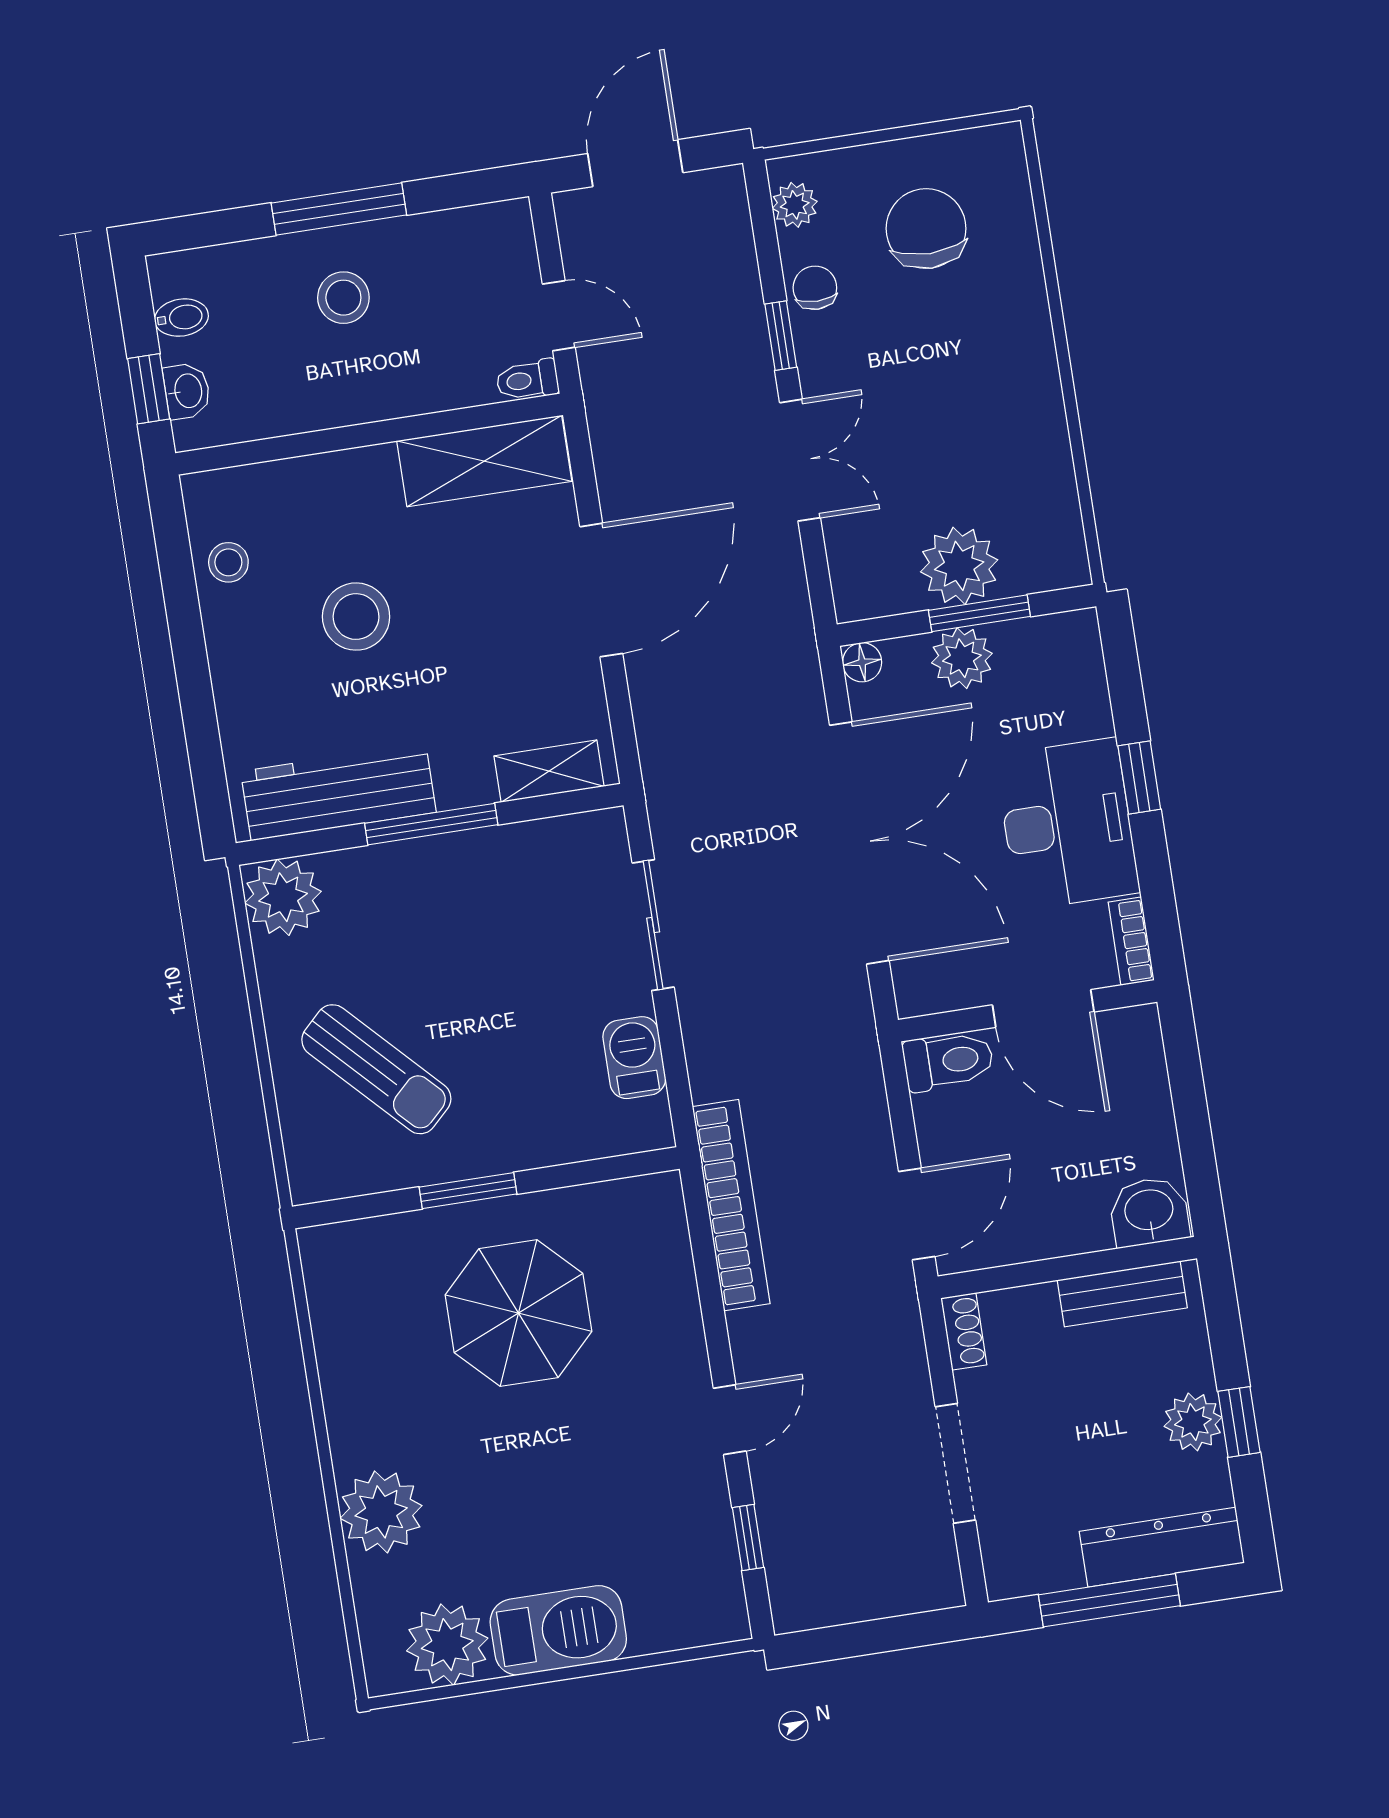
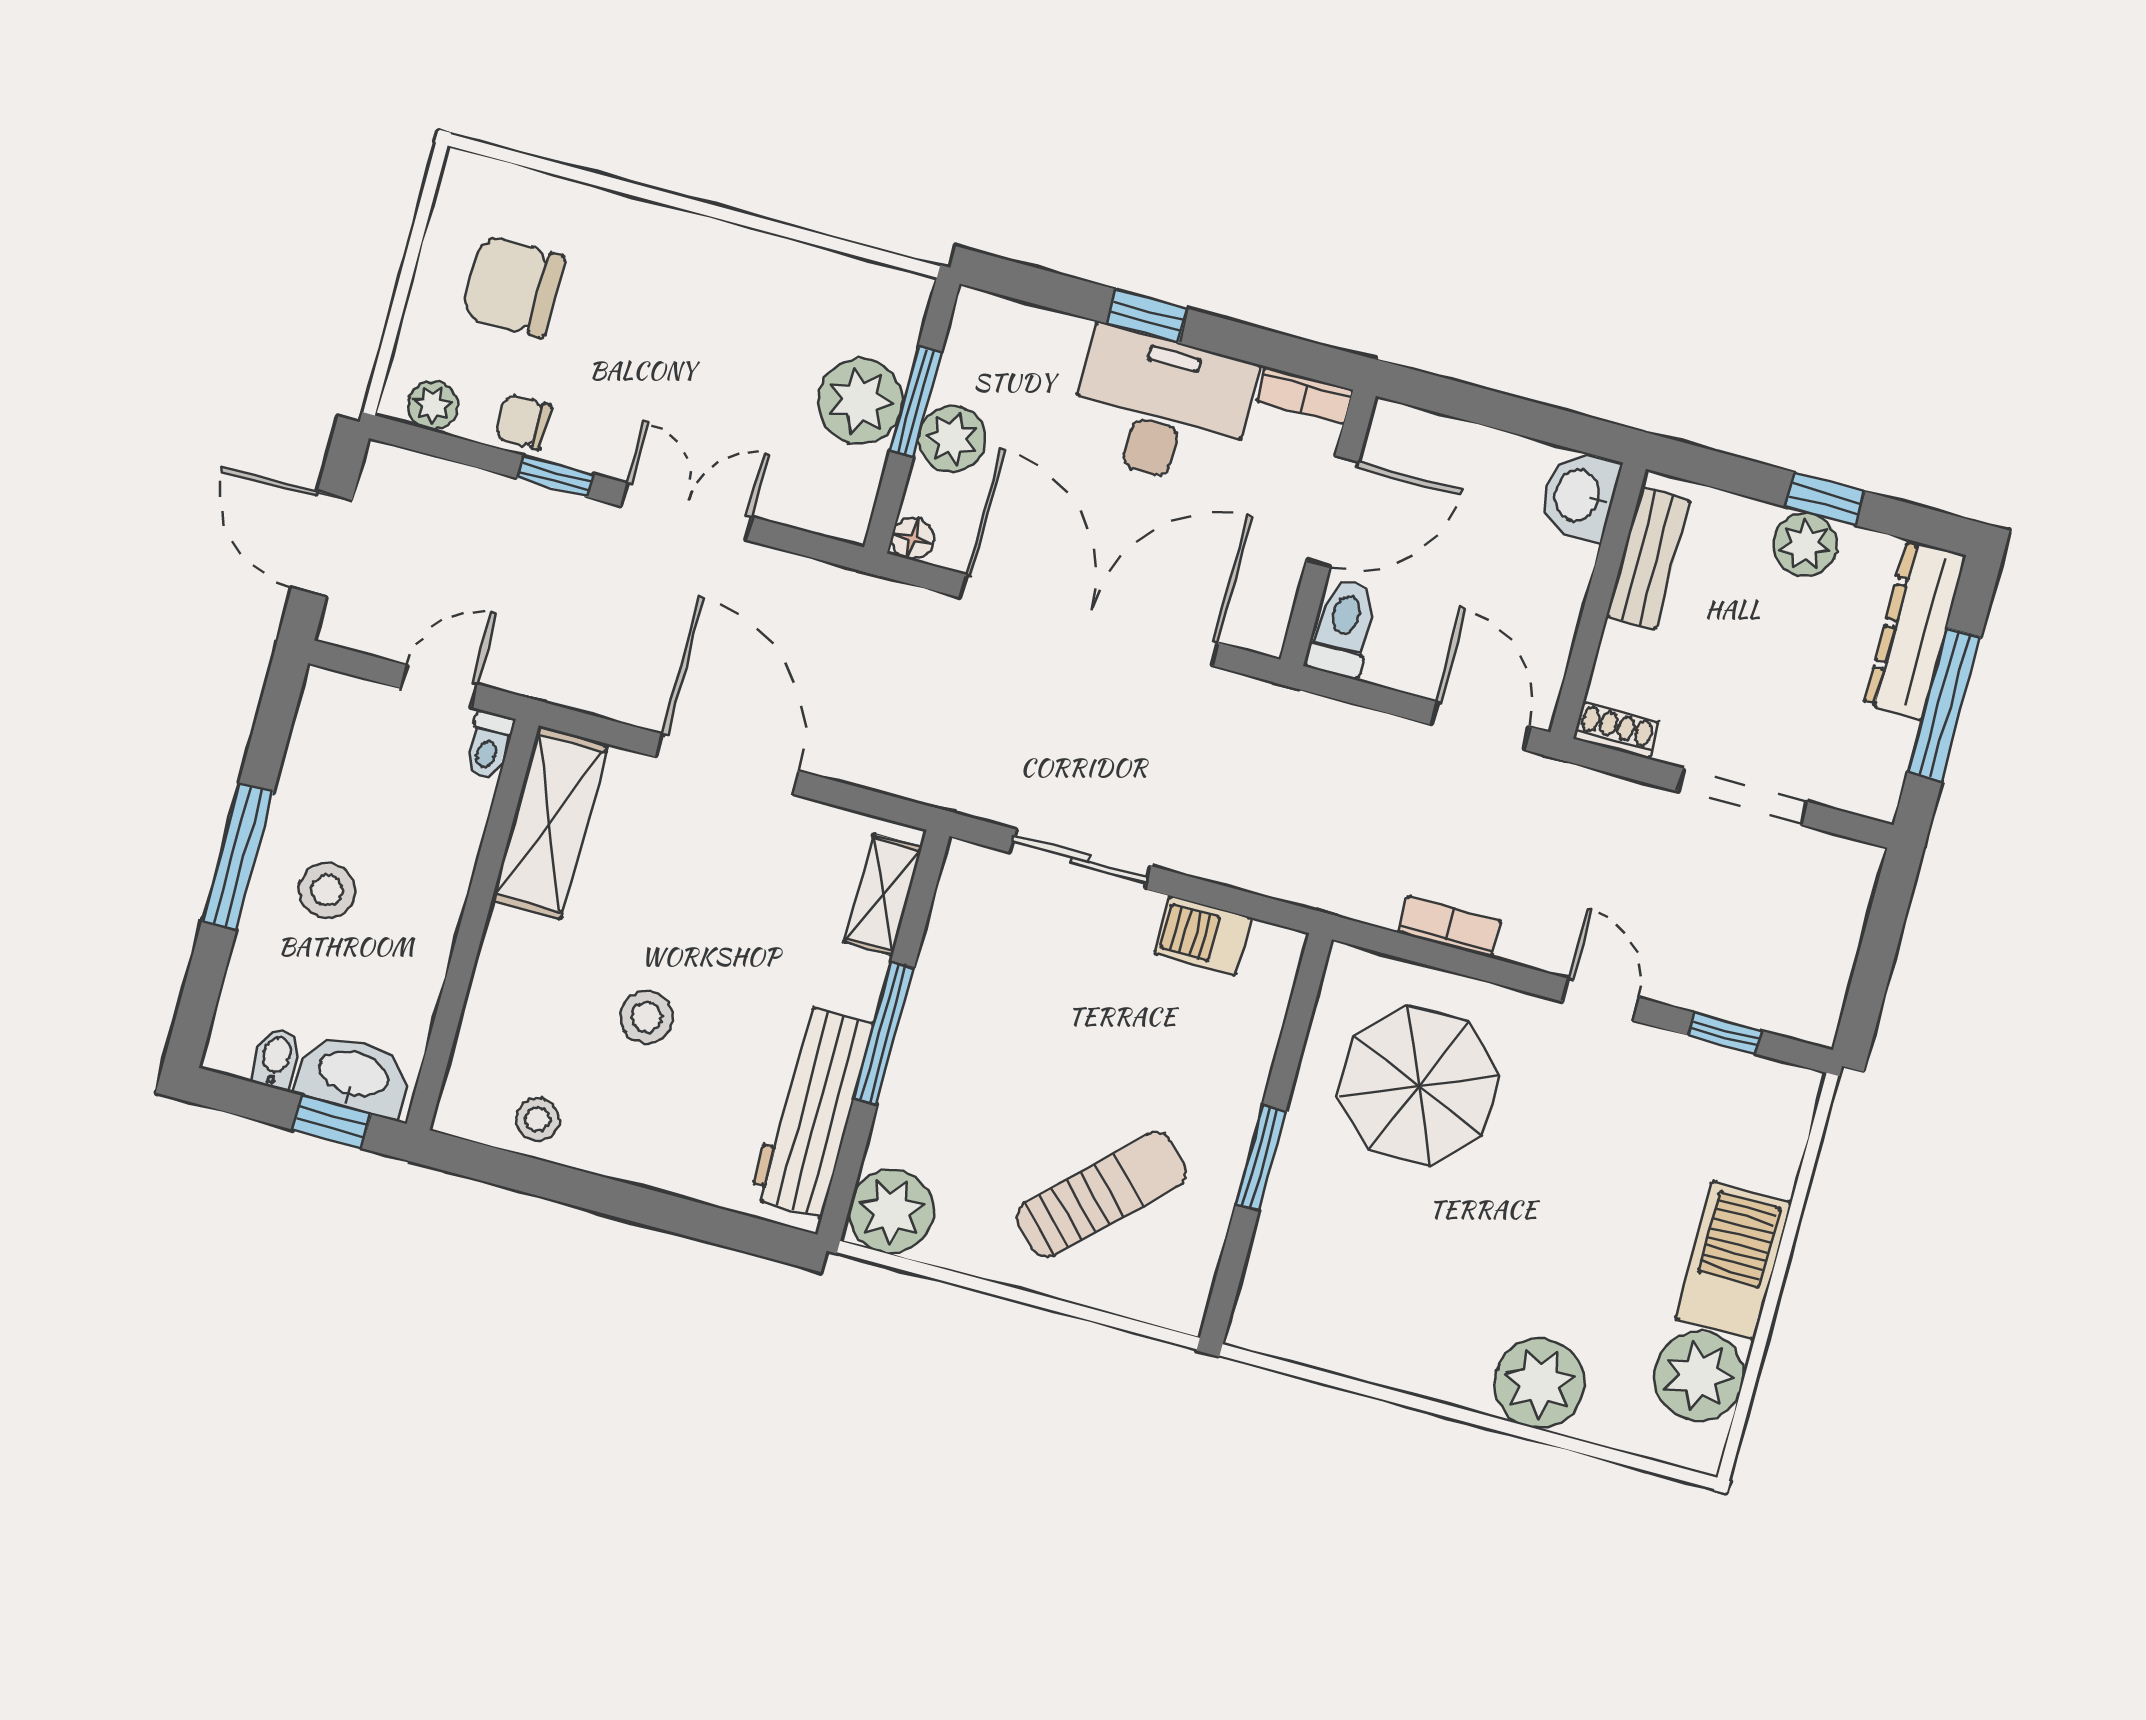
washbasin: (187, 391) -> (353, 1075), width x1.91, depth x1.45
stool: (356, 617) -> (647, 1017), width x0.73, depth x0.73
bookcase: (731, 1205) -> (1450, 927), width x0.43, depth x0.76
parasol: (519, 1313) -> (1418, 1086), moved

